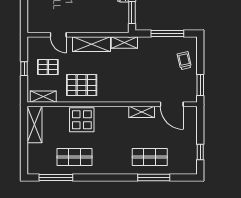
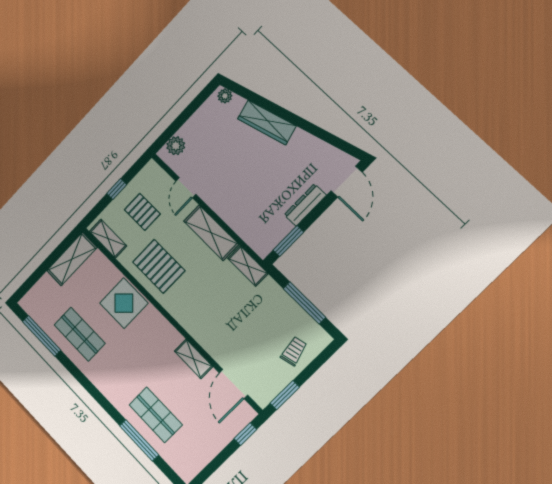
plant: (34, 20) -> (176, 146), added
window: (200, 152) -> (245, 434), moved

